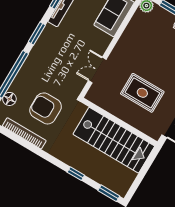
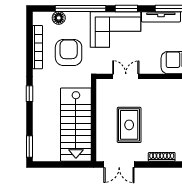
corner sofa: (50, 54) -> (115, 29), added
window: (76, 174) -> (29, 94), moved

